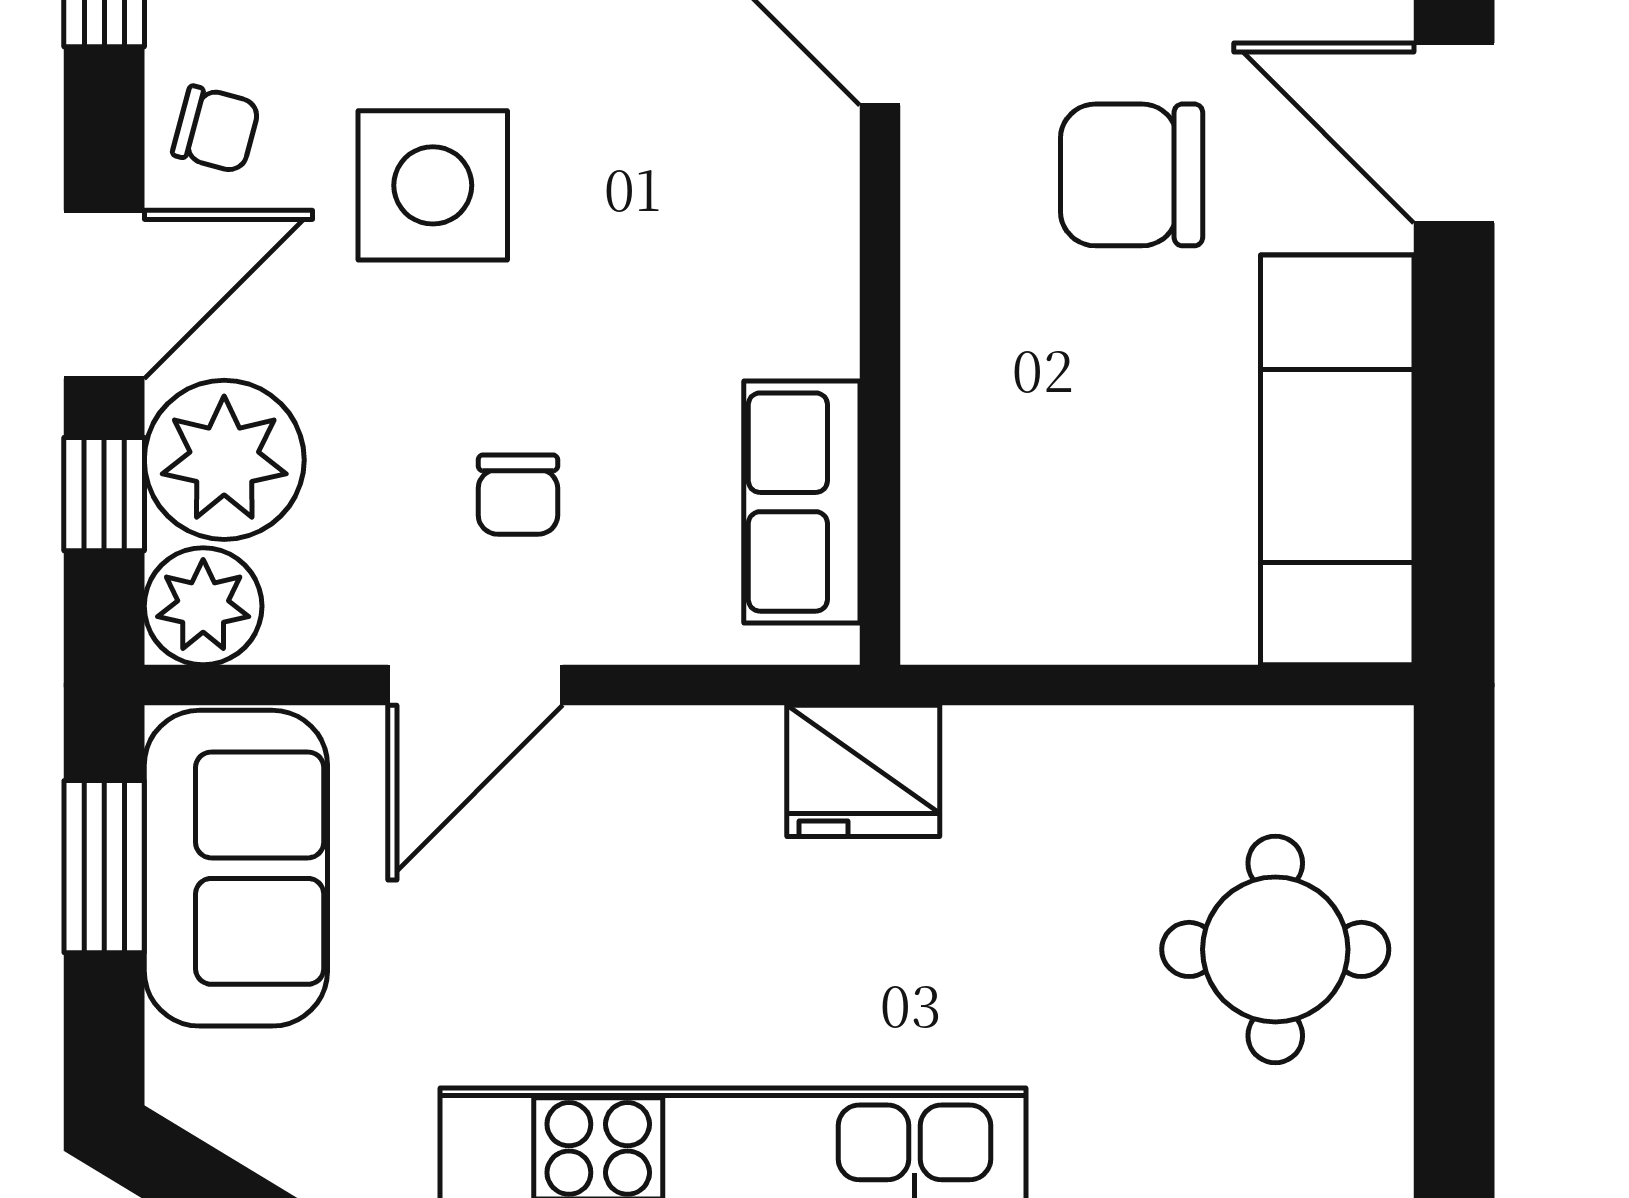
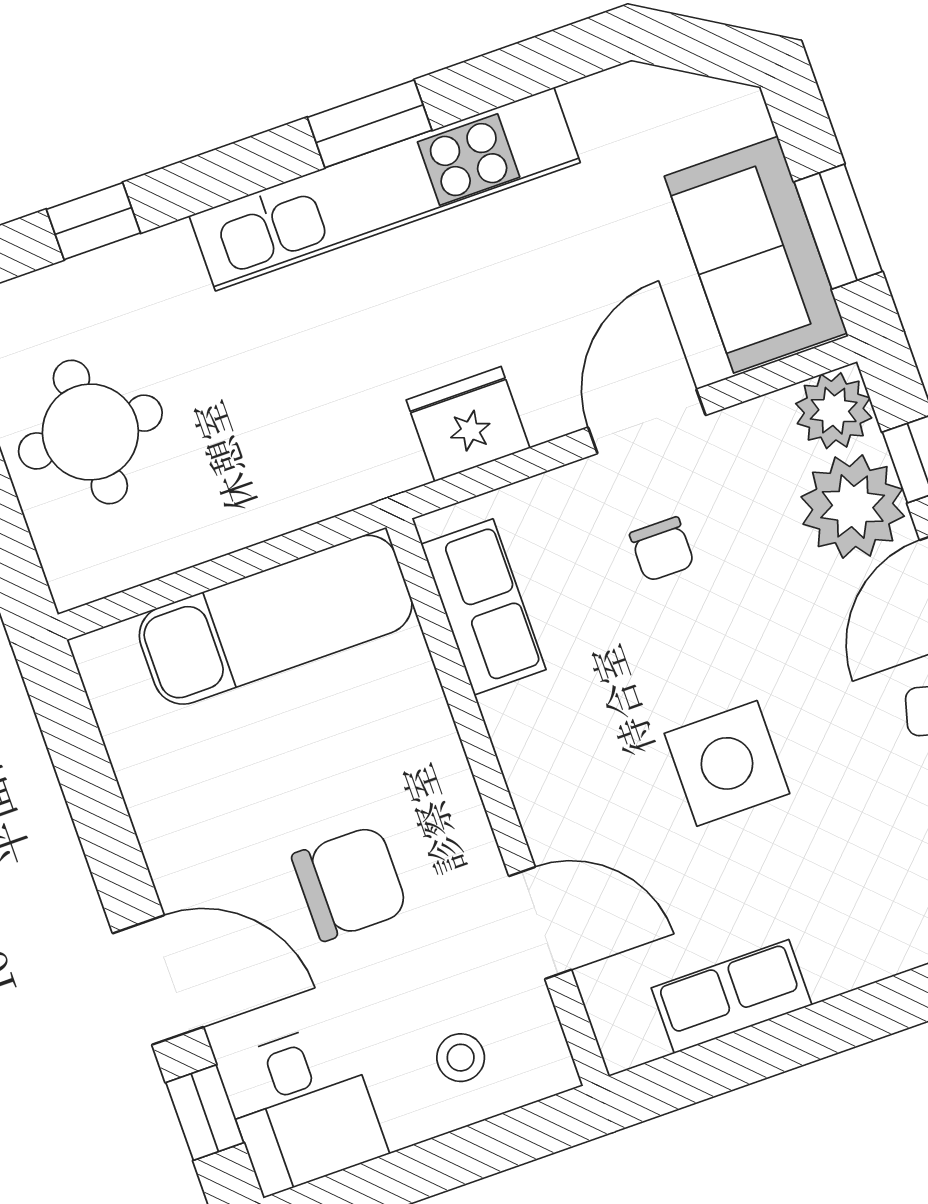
side table: (433, 185) -> (727, 763), moved
exam couch: (1337, 460) -> (276, 620), moved, turned 90
chair: (518, 495) -> (662, 549), turned 180
fridge: (863, 771) -> (468, 424), moved

